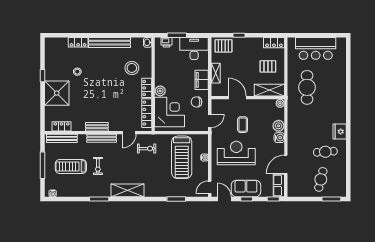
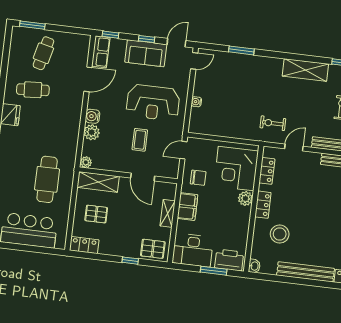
printer: (167, 42) -> (229, 260), width x1.87, depth x1.48
locker: (147, 113) -> (267, 171), width x0.66
treadmill: (182, 157) -> (227, 106), removed
door: (224, 199) -> (176, 43), swing flipped

